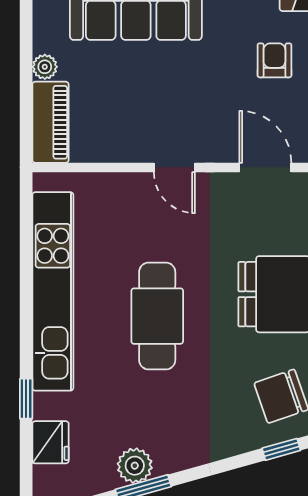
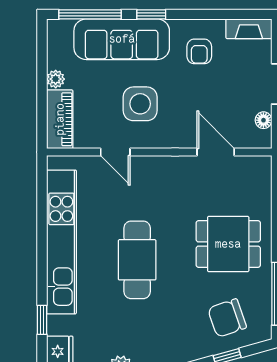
armchair: (274, 60) -> (199, 51), moved, turned 180
side table: (161, 101) -> (140, 104), added
door: (174, 167) -> (115, 152), moved

